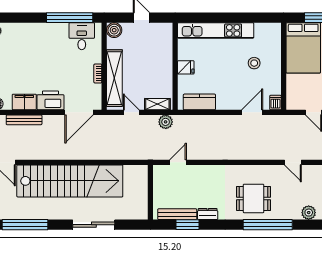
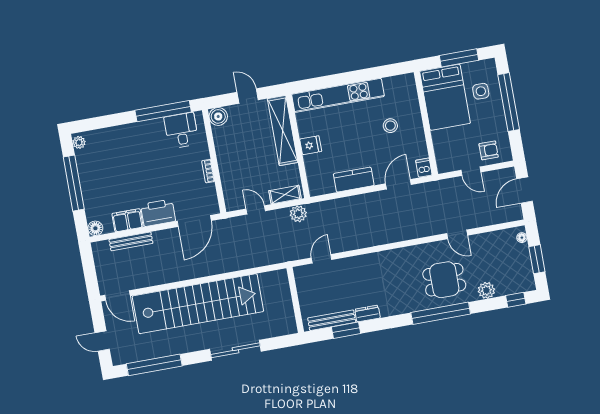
shelving: (114, 78) -> (283, 131), moved
kitchen counter: (199, 102) -> (354, 180), moved
dining table: (254, 198) -> (444, 280), moved

